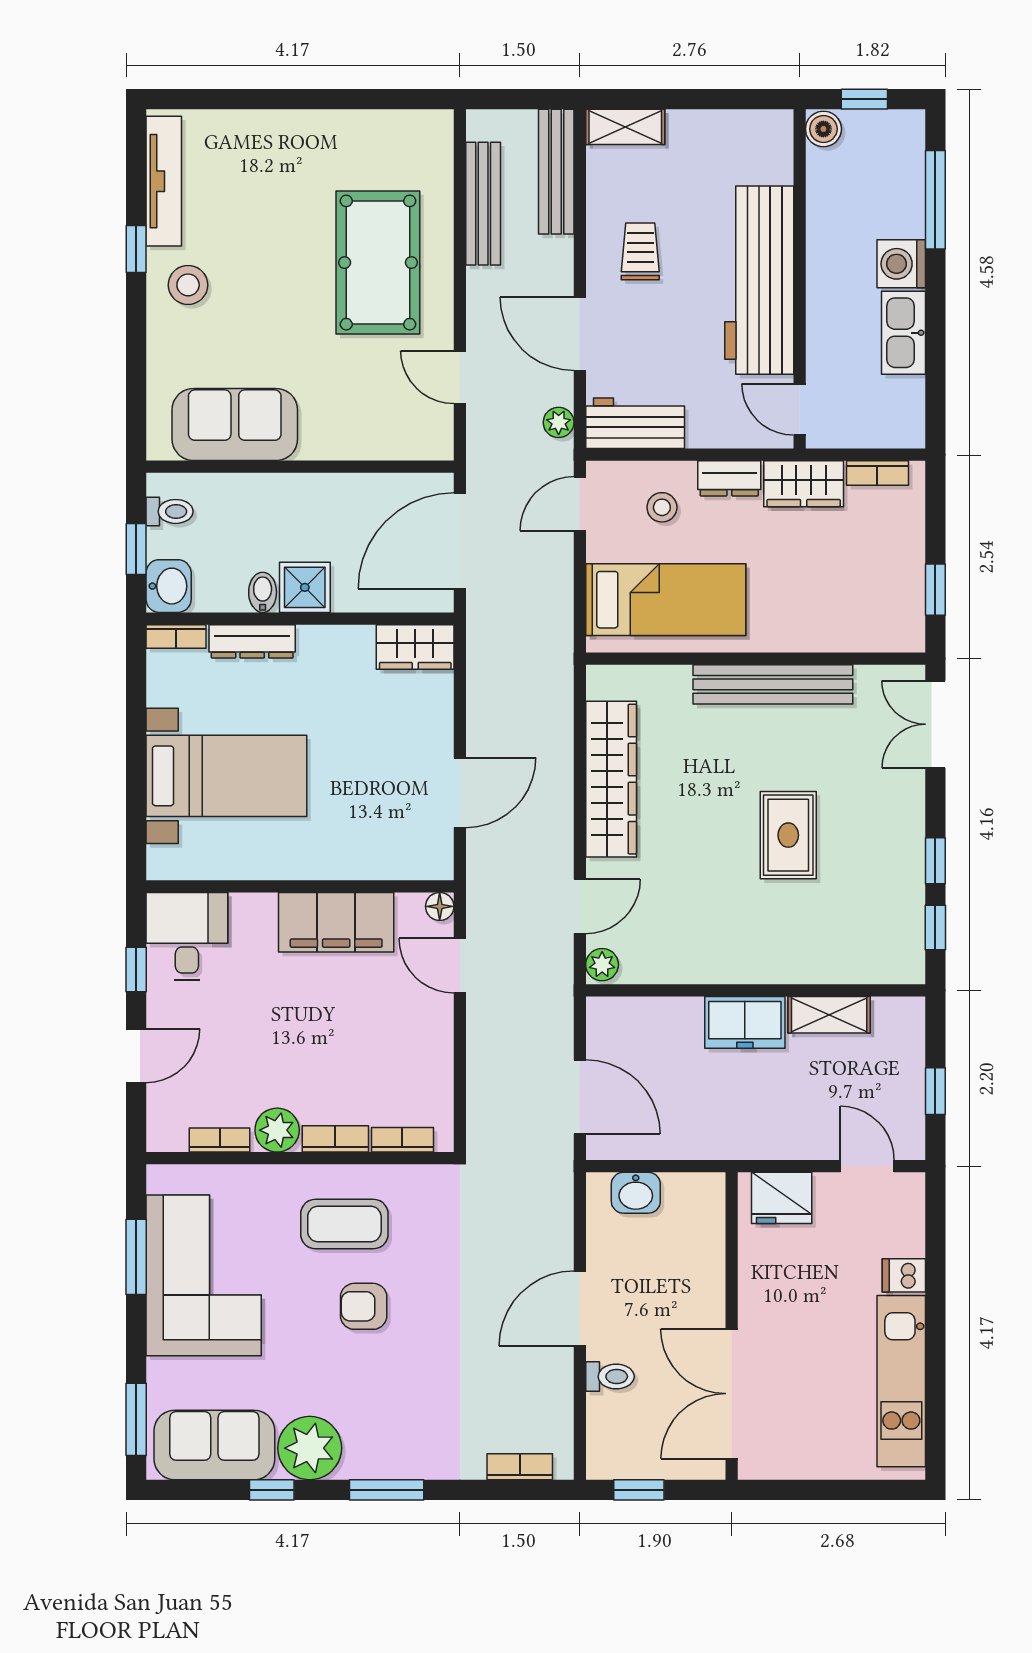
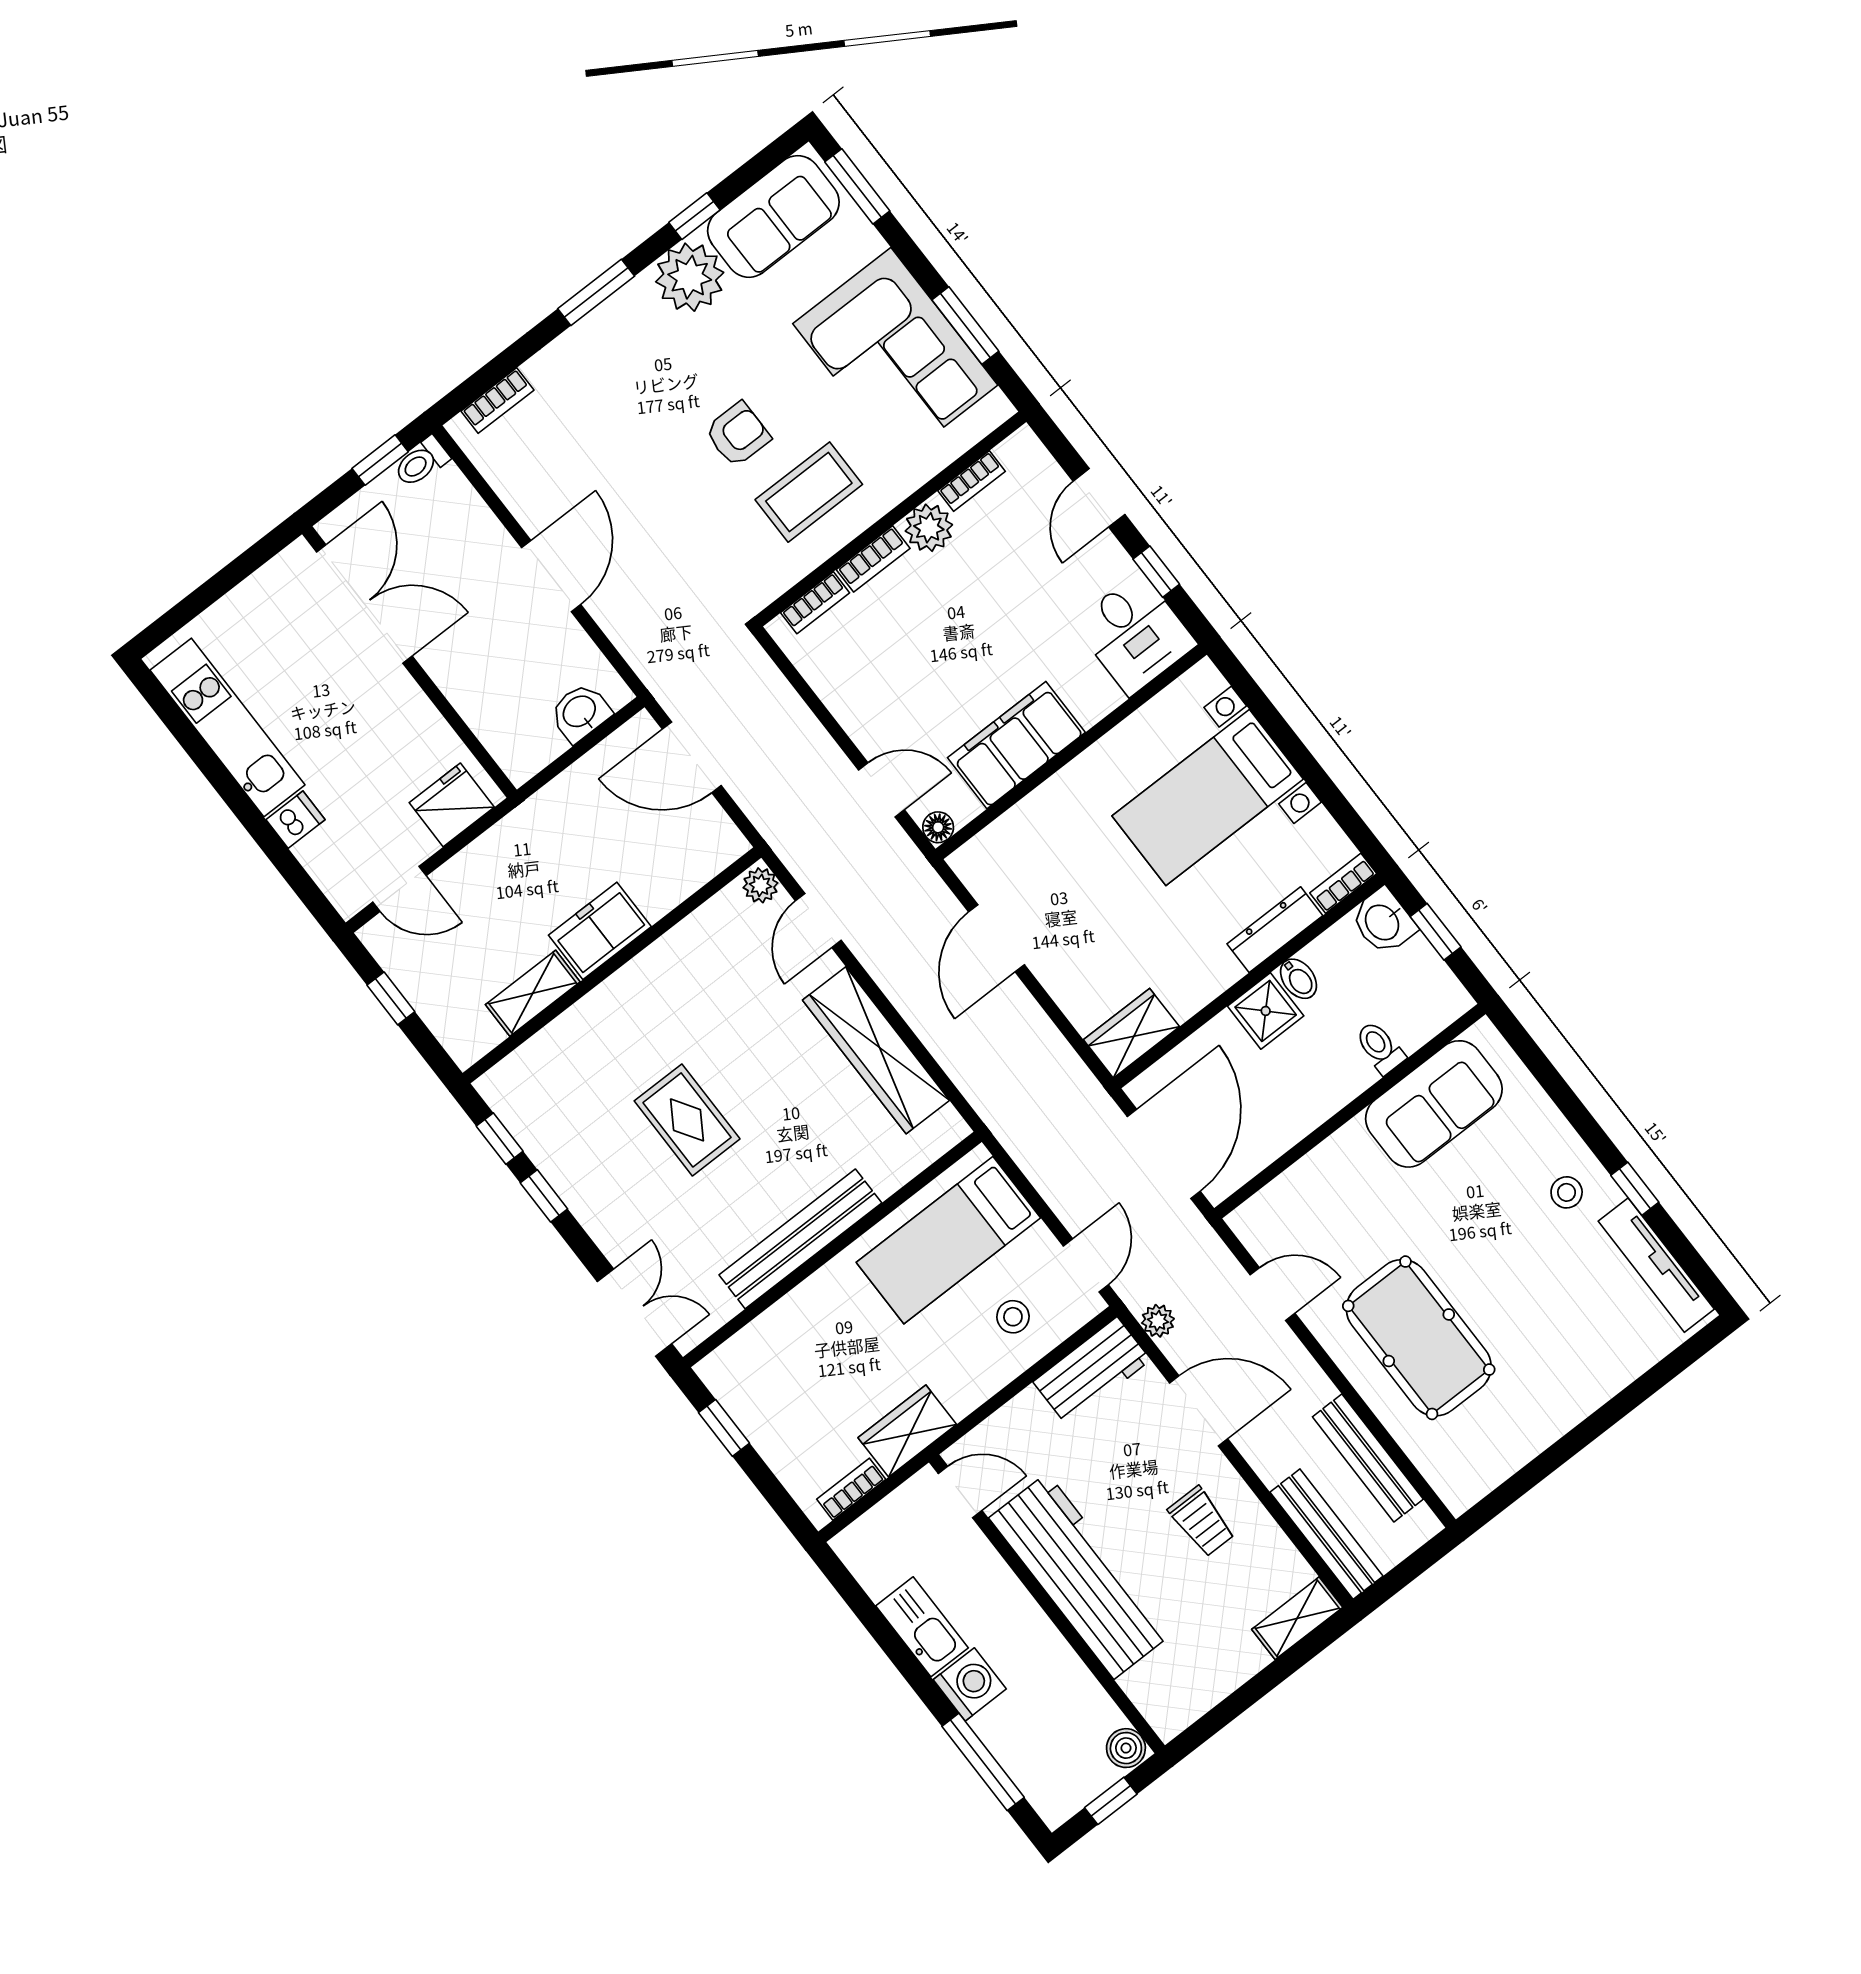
stool: (188, 285) -> (1567, 1192), width x0.73, depth x0.73
dresser: (729, 478) -> (975, 1386), removed
toilet: (170, 511) -> (1380, 1047), moved, turned 90
toilet: (610, 1377) -> (421, 462), moved

